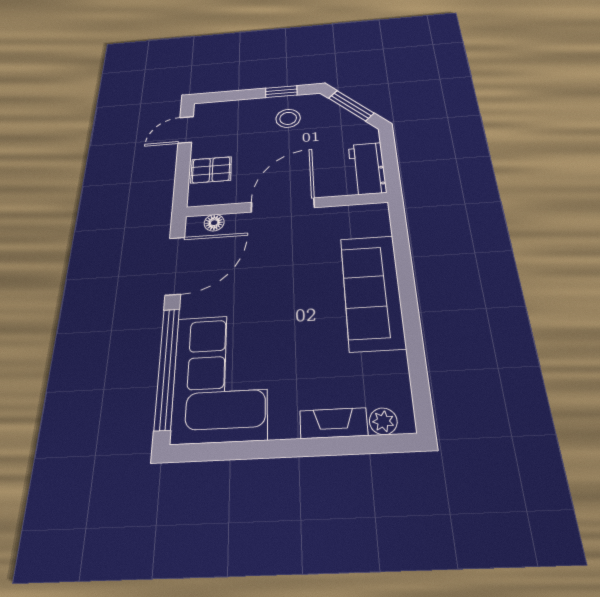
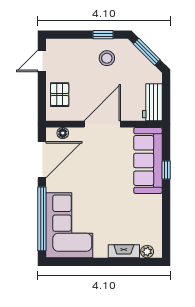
pallet: (211, 170) -> (60, 95), turned 90
window: (404, 267) -> (166, 170), added
sofa: (372, 292) -> (148, 161), moved

